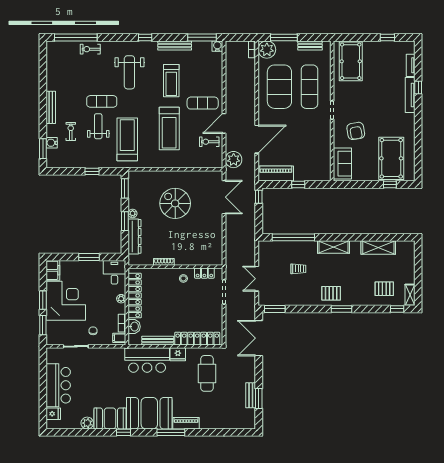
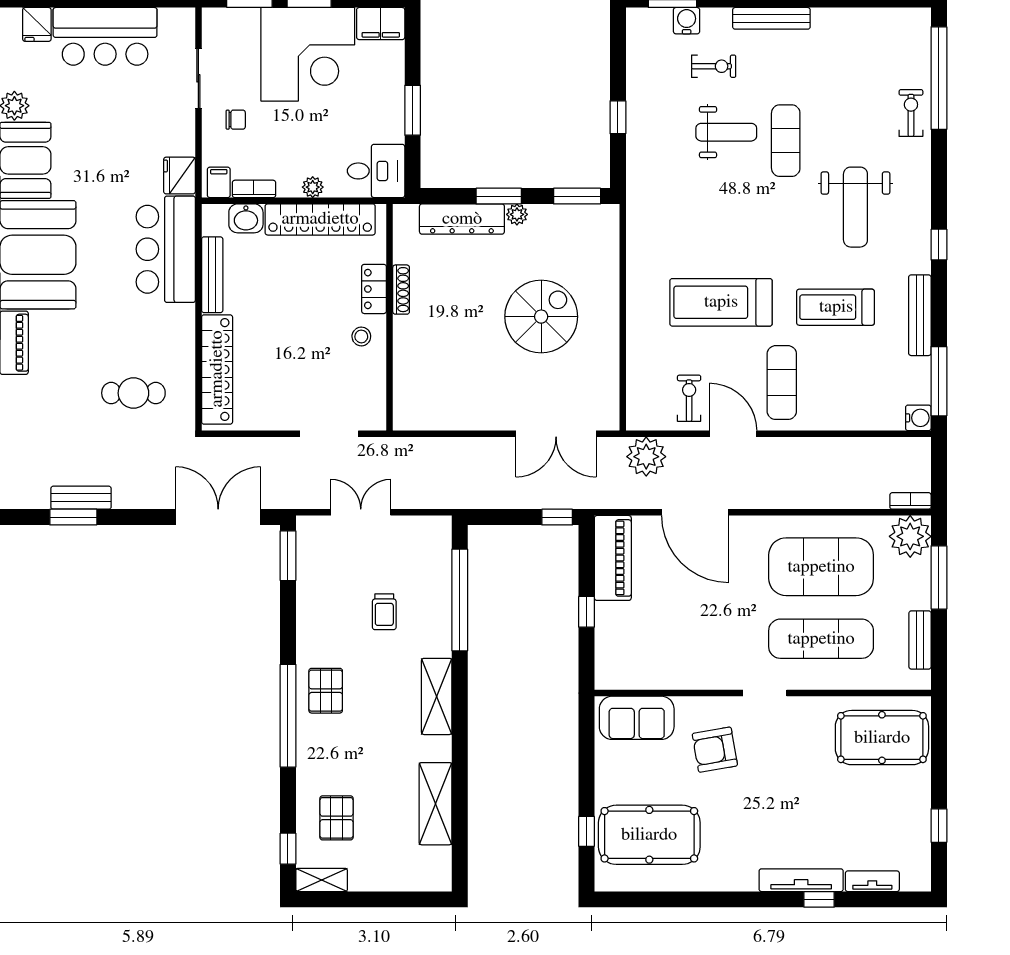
weight bench: (129, 72) -> (855, 207), turned -90
treadmill: (127, 139) -> (695, 202), removed
locker: (204, 273) -> (374, 289), moved
window: (342, 309) -> (288, 716), width x2.11
fridge: (178, 354) -> (179, 176), moved
cafe table: (207, 373) -> (133, 393), width x0.73, depth x0.74

